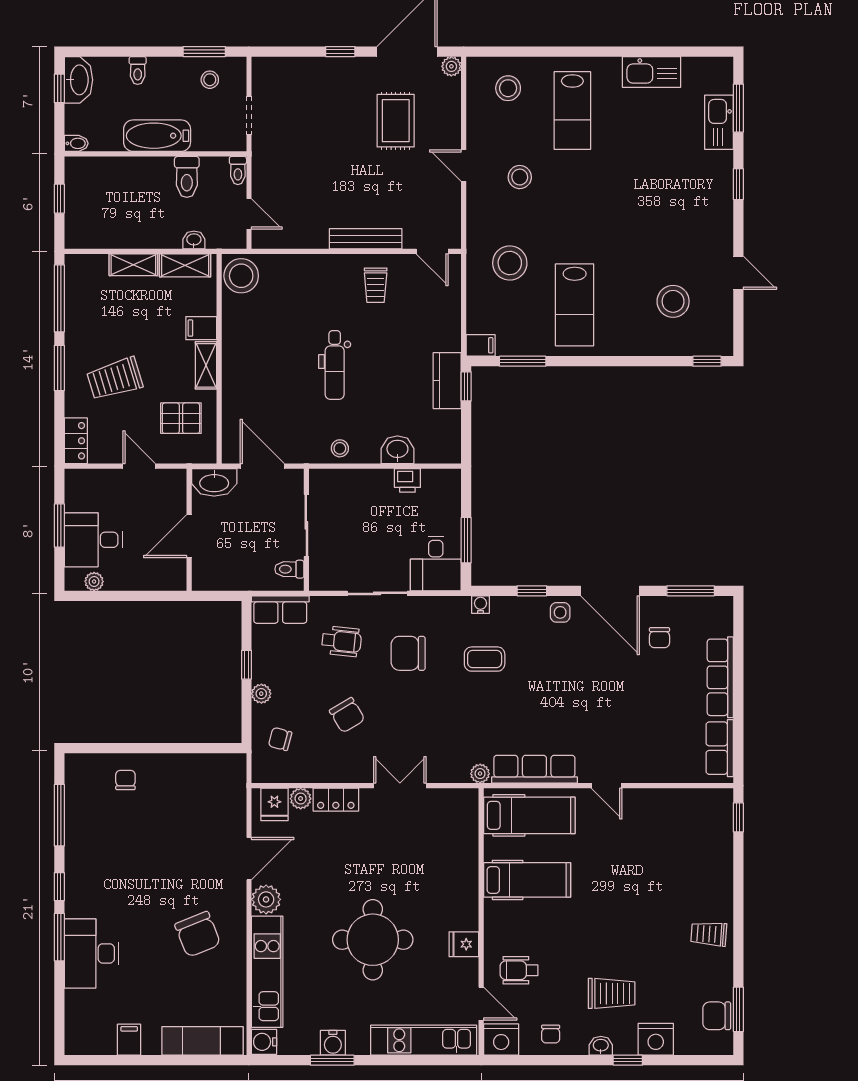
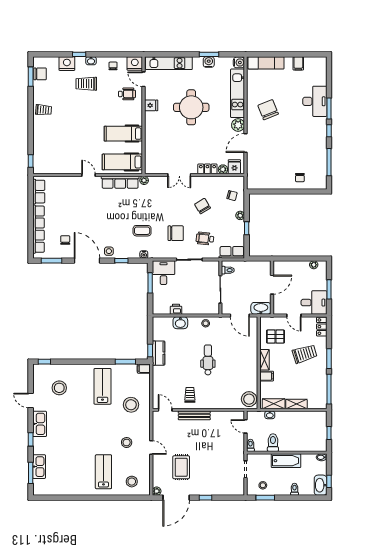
kitchen sink: (651, 72) -> (40, 424), moved, turned 90
desk: (93, 540) -> (314, 303), moved
row of seats: (720, 677) -> (38, 229), width x1.36

